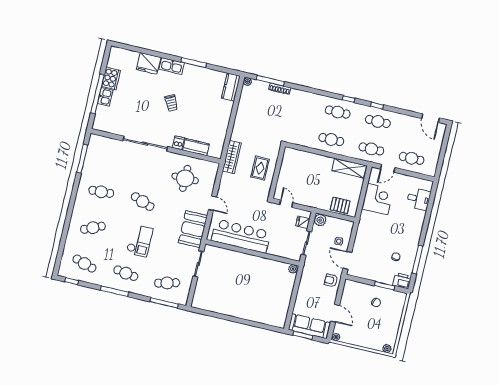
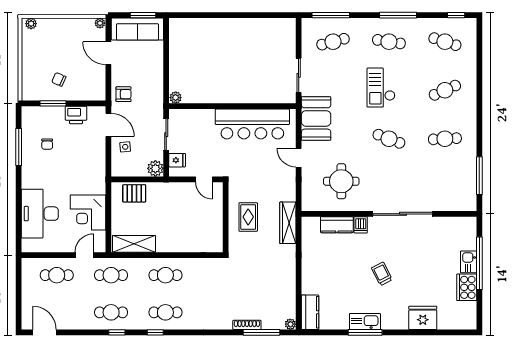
kitchen sink: (172, 66) -> (365, 321), moved
desk: (418, 199) -> (40, 214), width x1.87, depth x1.30
printer: (402, 281) -> (76, 115), moved

